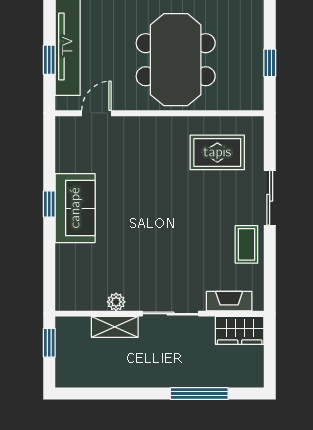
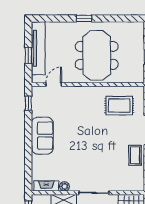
window: (49, 204) -> (28, 103), moved
fireplace: (229, 301) -> (46, 186), moved

